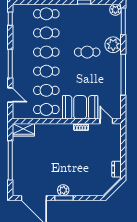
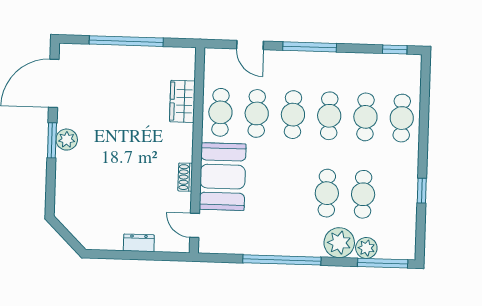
plant: (115, 10) -> (366, 248), moved
cafe table: (87, 33) -> (363, 194), added
door: (10, 95) -> (250, 45), hinge flipped
door: (106, 121) -> (195, 225), swing flipped
wardrobe: (23, 130) -> (182, 101), moved
dresser: (116, 169) -> (139, 243), moved

